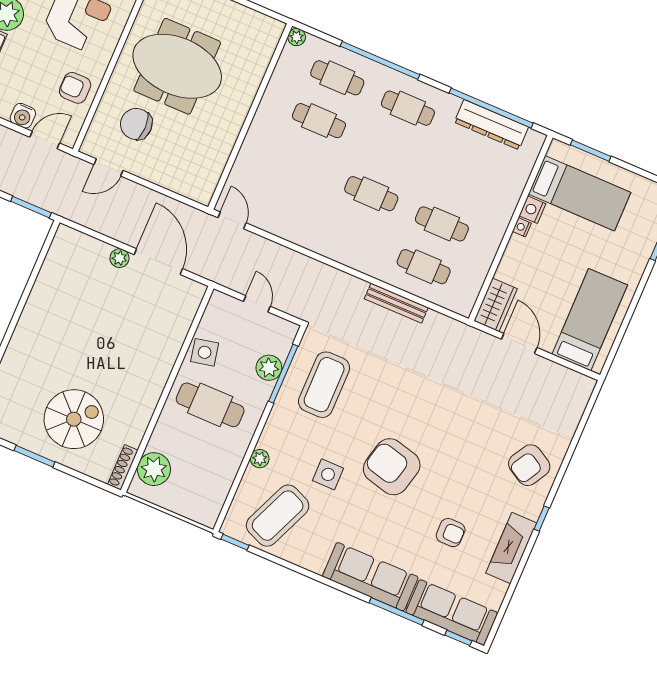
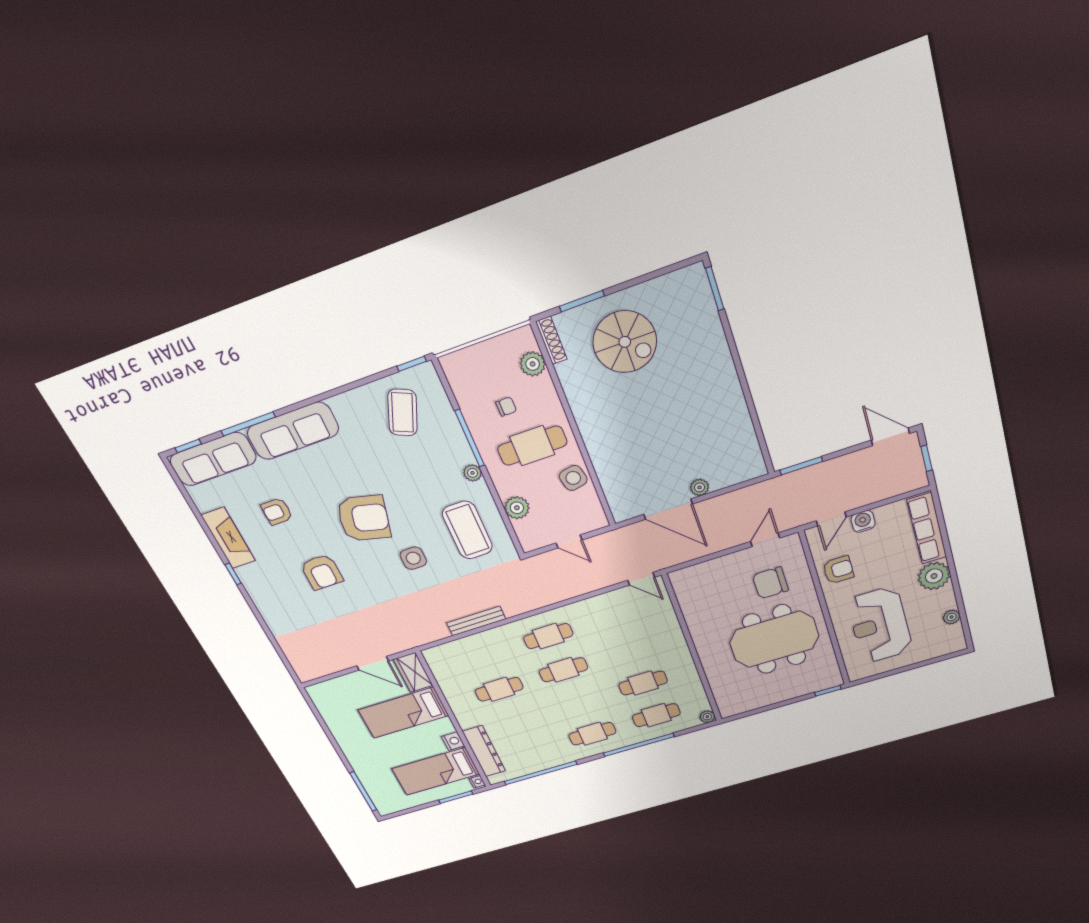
chair: (136, 124) -> (770, 583), turned 180
dresser: (491, 125) -> (484, 751), moved, turned 90
nightstand: (522, 227) -> (477, 782), moved
cafe table: (424, 267) -> (548, 636), moved
bed: (590, 320) -> (403, 713), moved, turned 90
window: (283, 374) -> (470, 438), moved
spiral stairs: (74, 419) -> (625, 342), turned -90
chair: (200, 451) -> (506, 407), added
window: (34, 456) -> (582, 301), moved
plant: (260, 459) -> (472, 473), moved
armchair: (529, 465) -> (322, 572), moved, turned 150
plant: (154, 469) -> (533, 364), width x0.73, depth x0.73
side table: (328, 474) -> (413, 558), moved
coffee table: (278, 516) -> (403, 412), width x0.73, depth x0.76

